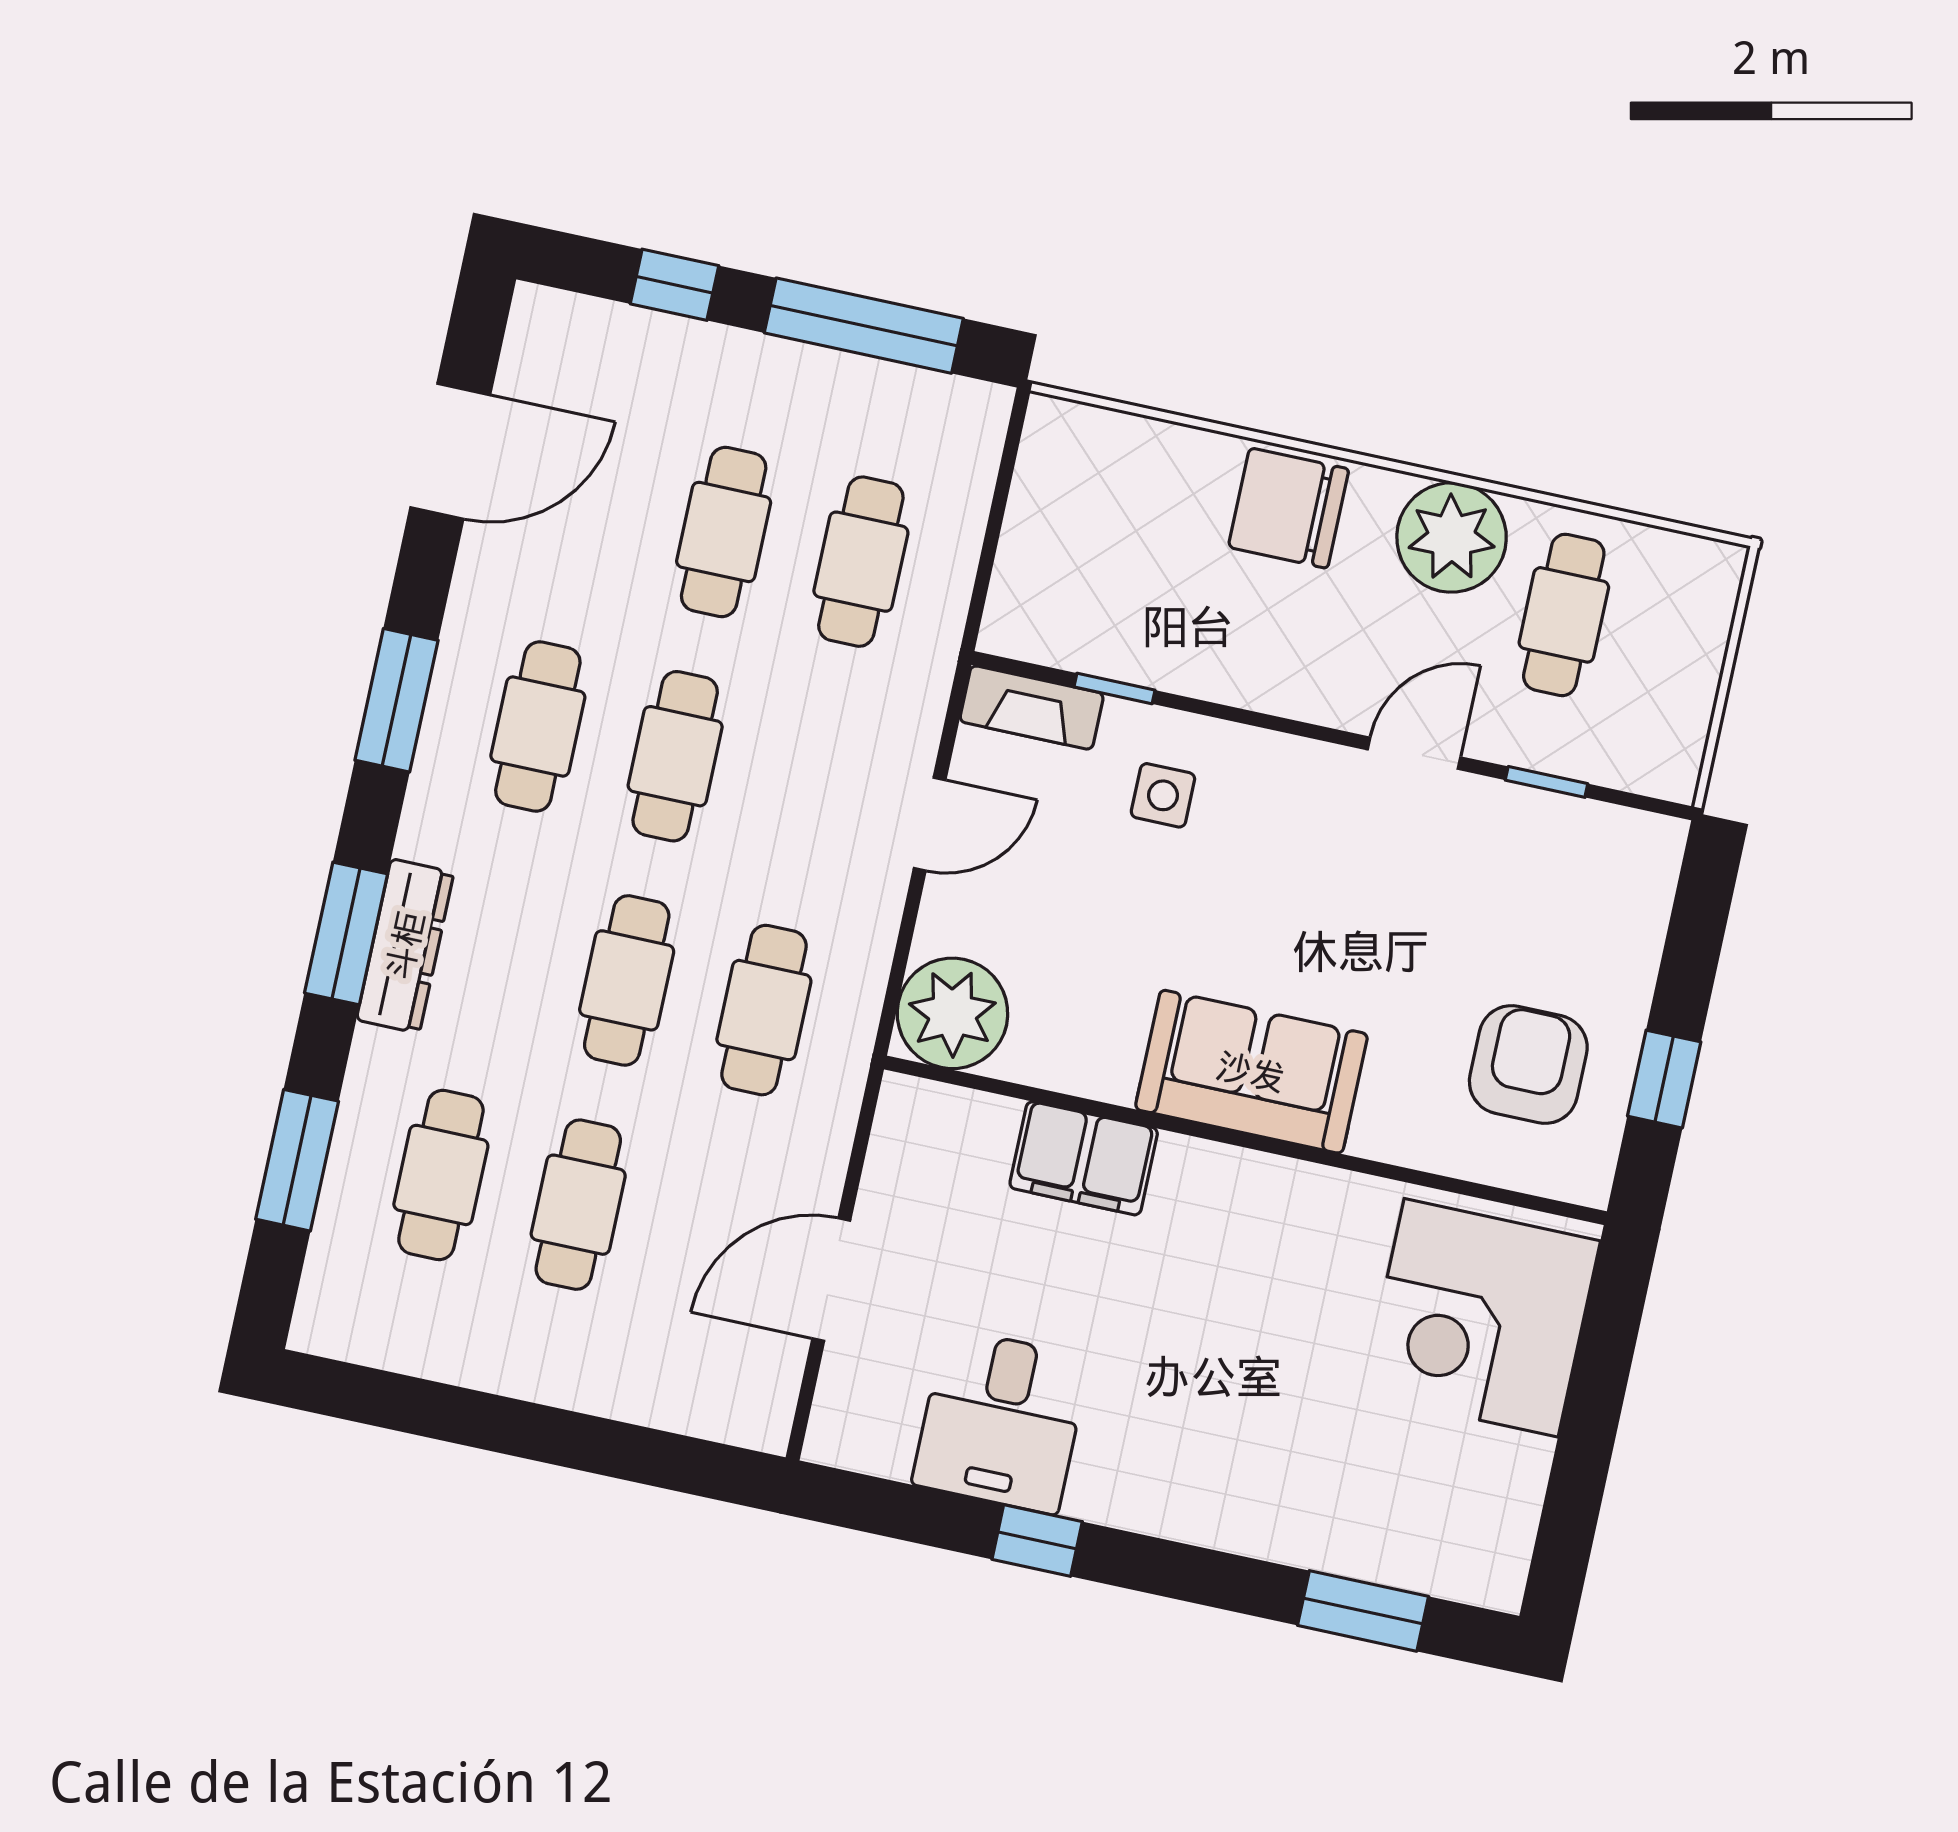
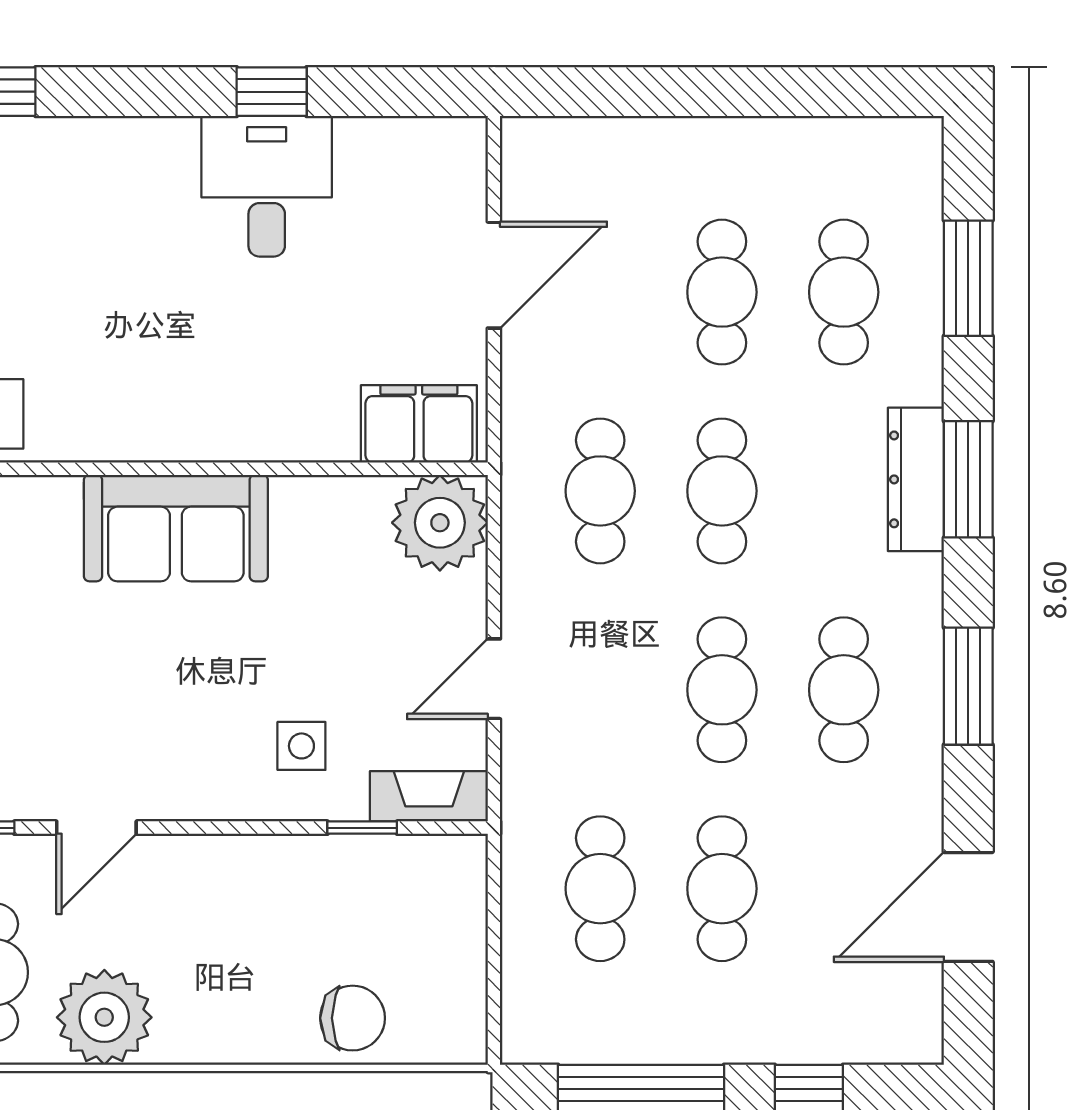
chair: (1289, 508) -> (353, 1018), moved, width x0.73, depth x0.73
filing cabinet: (1084, 1158) -> (419, 424), moved
desk: (1001, 1421) -> (267, 186), moved

